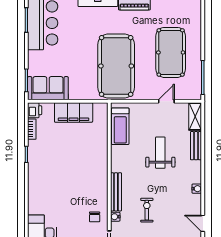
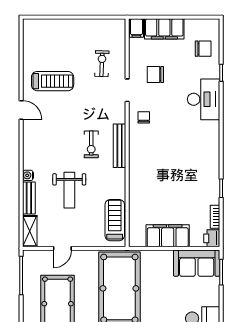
water cooler: (197, 189) -> (28, 175), moved
exercise bike: (147, 210) -> (91, 144), moved
water cooler: (115, 217) -> (120, 118), removed

